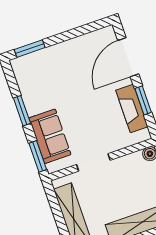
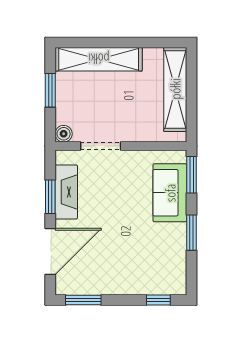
window: (89, 28) -> (83, 300), added
window: (30, 49) -> (158, 300), width x0.67
doorway: (93, 162) -> (101, 146), moved

